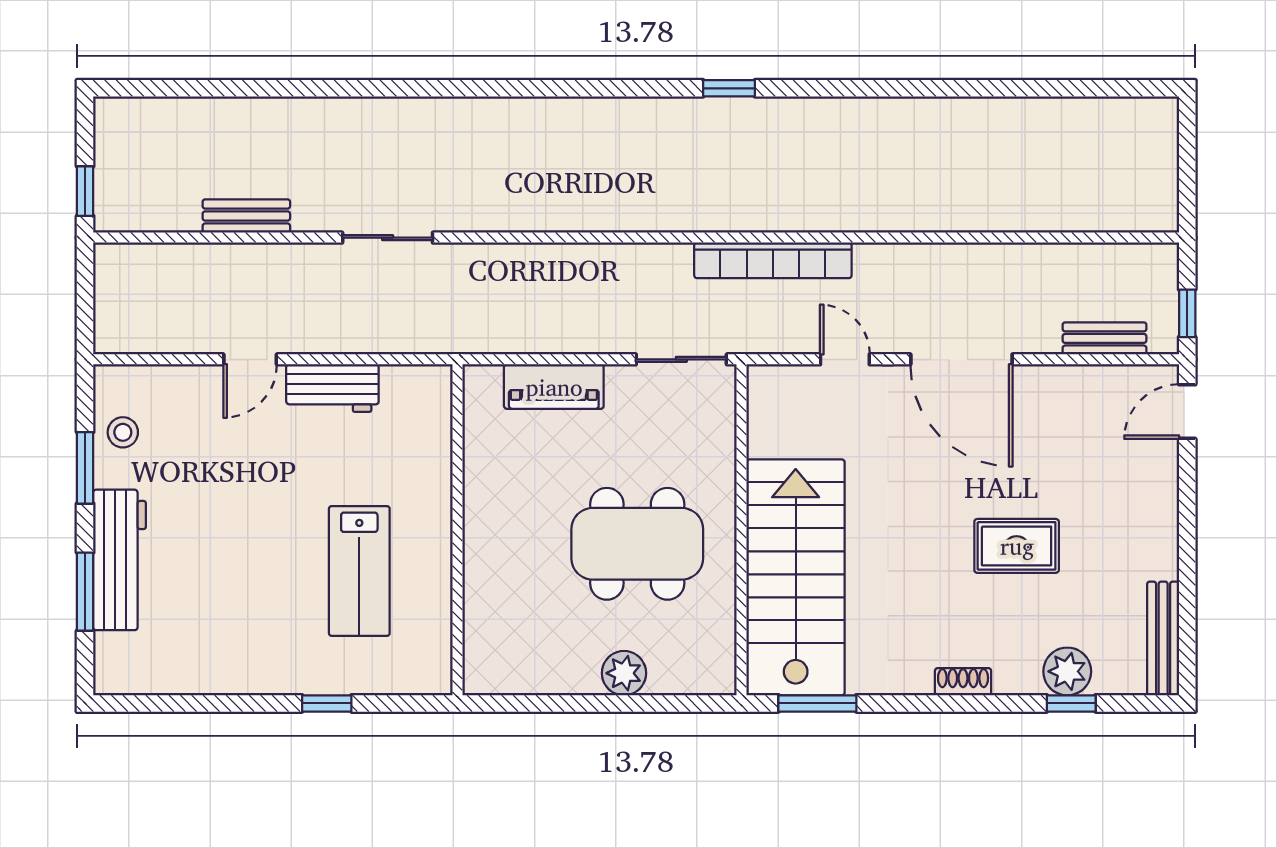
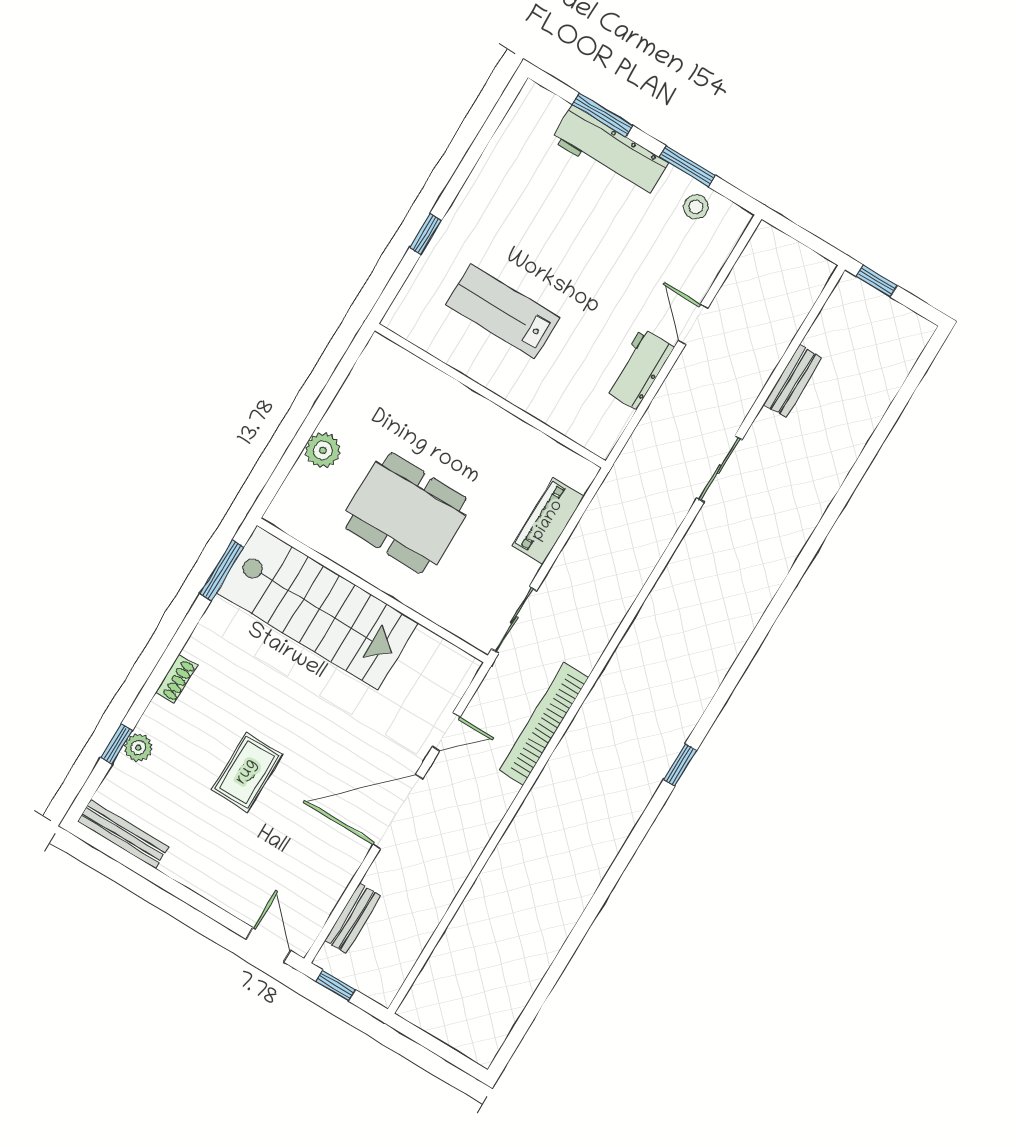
dining table: (637, 544) -> (406, 513), turned 90
plant: (1067, 671) -> (138, 748), width x0.73, depth x0.73

